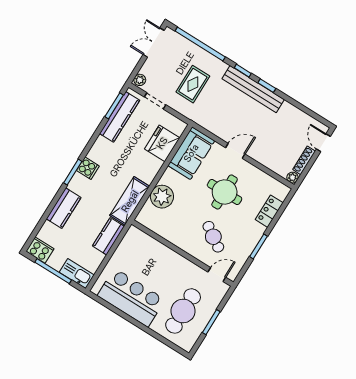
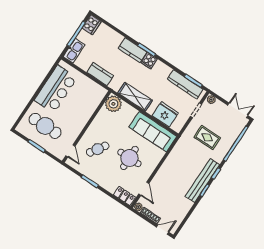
door: (235, 151) -> (144, 189), moved
sofa: (191, 153) -> (153, 132), width x1.36
plant: (162, 197) -> (113, 104), moved
shelving: (130, 201) -> (135, 97), moved
kitchen counter: (64, 208) -> (132, 50), moved
locker: (269, 211) -> (124, 196), moved

